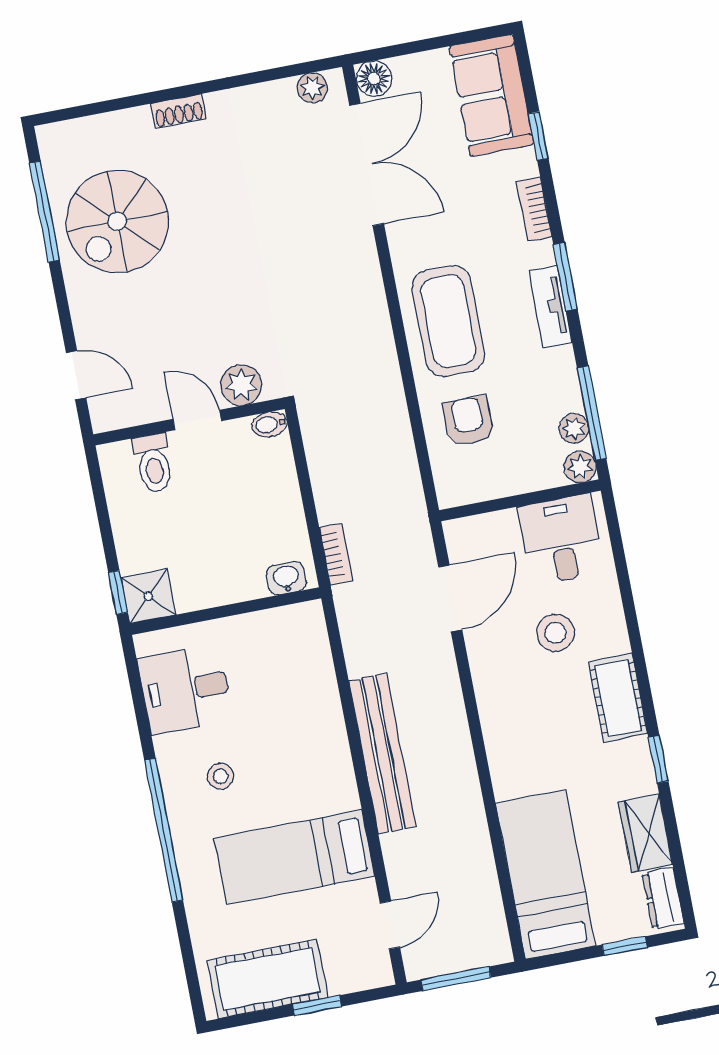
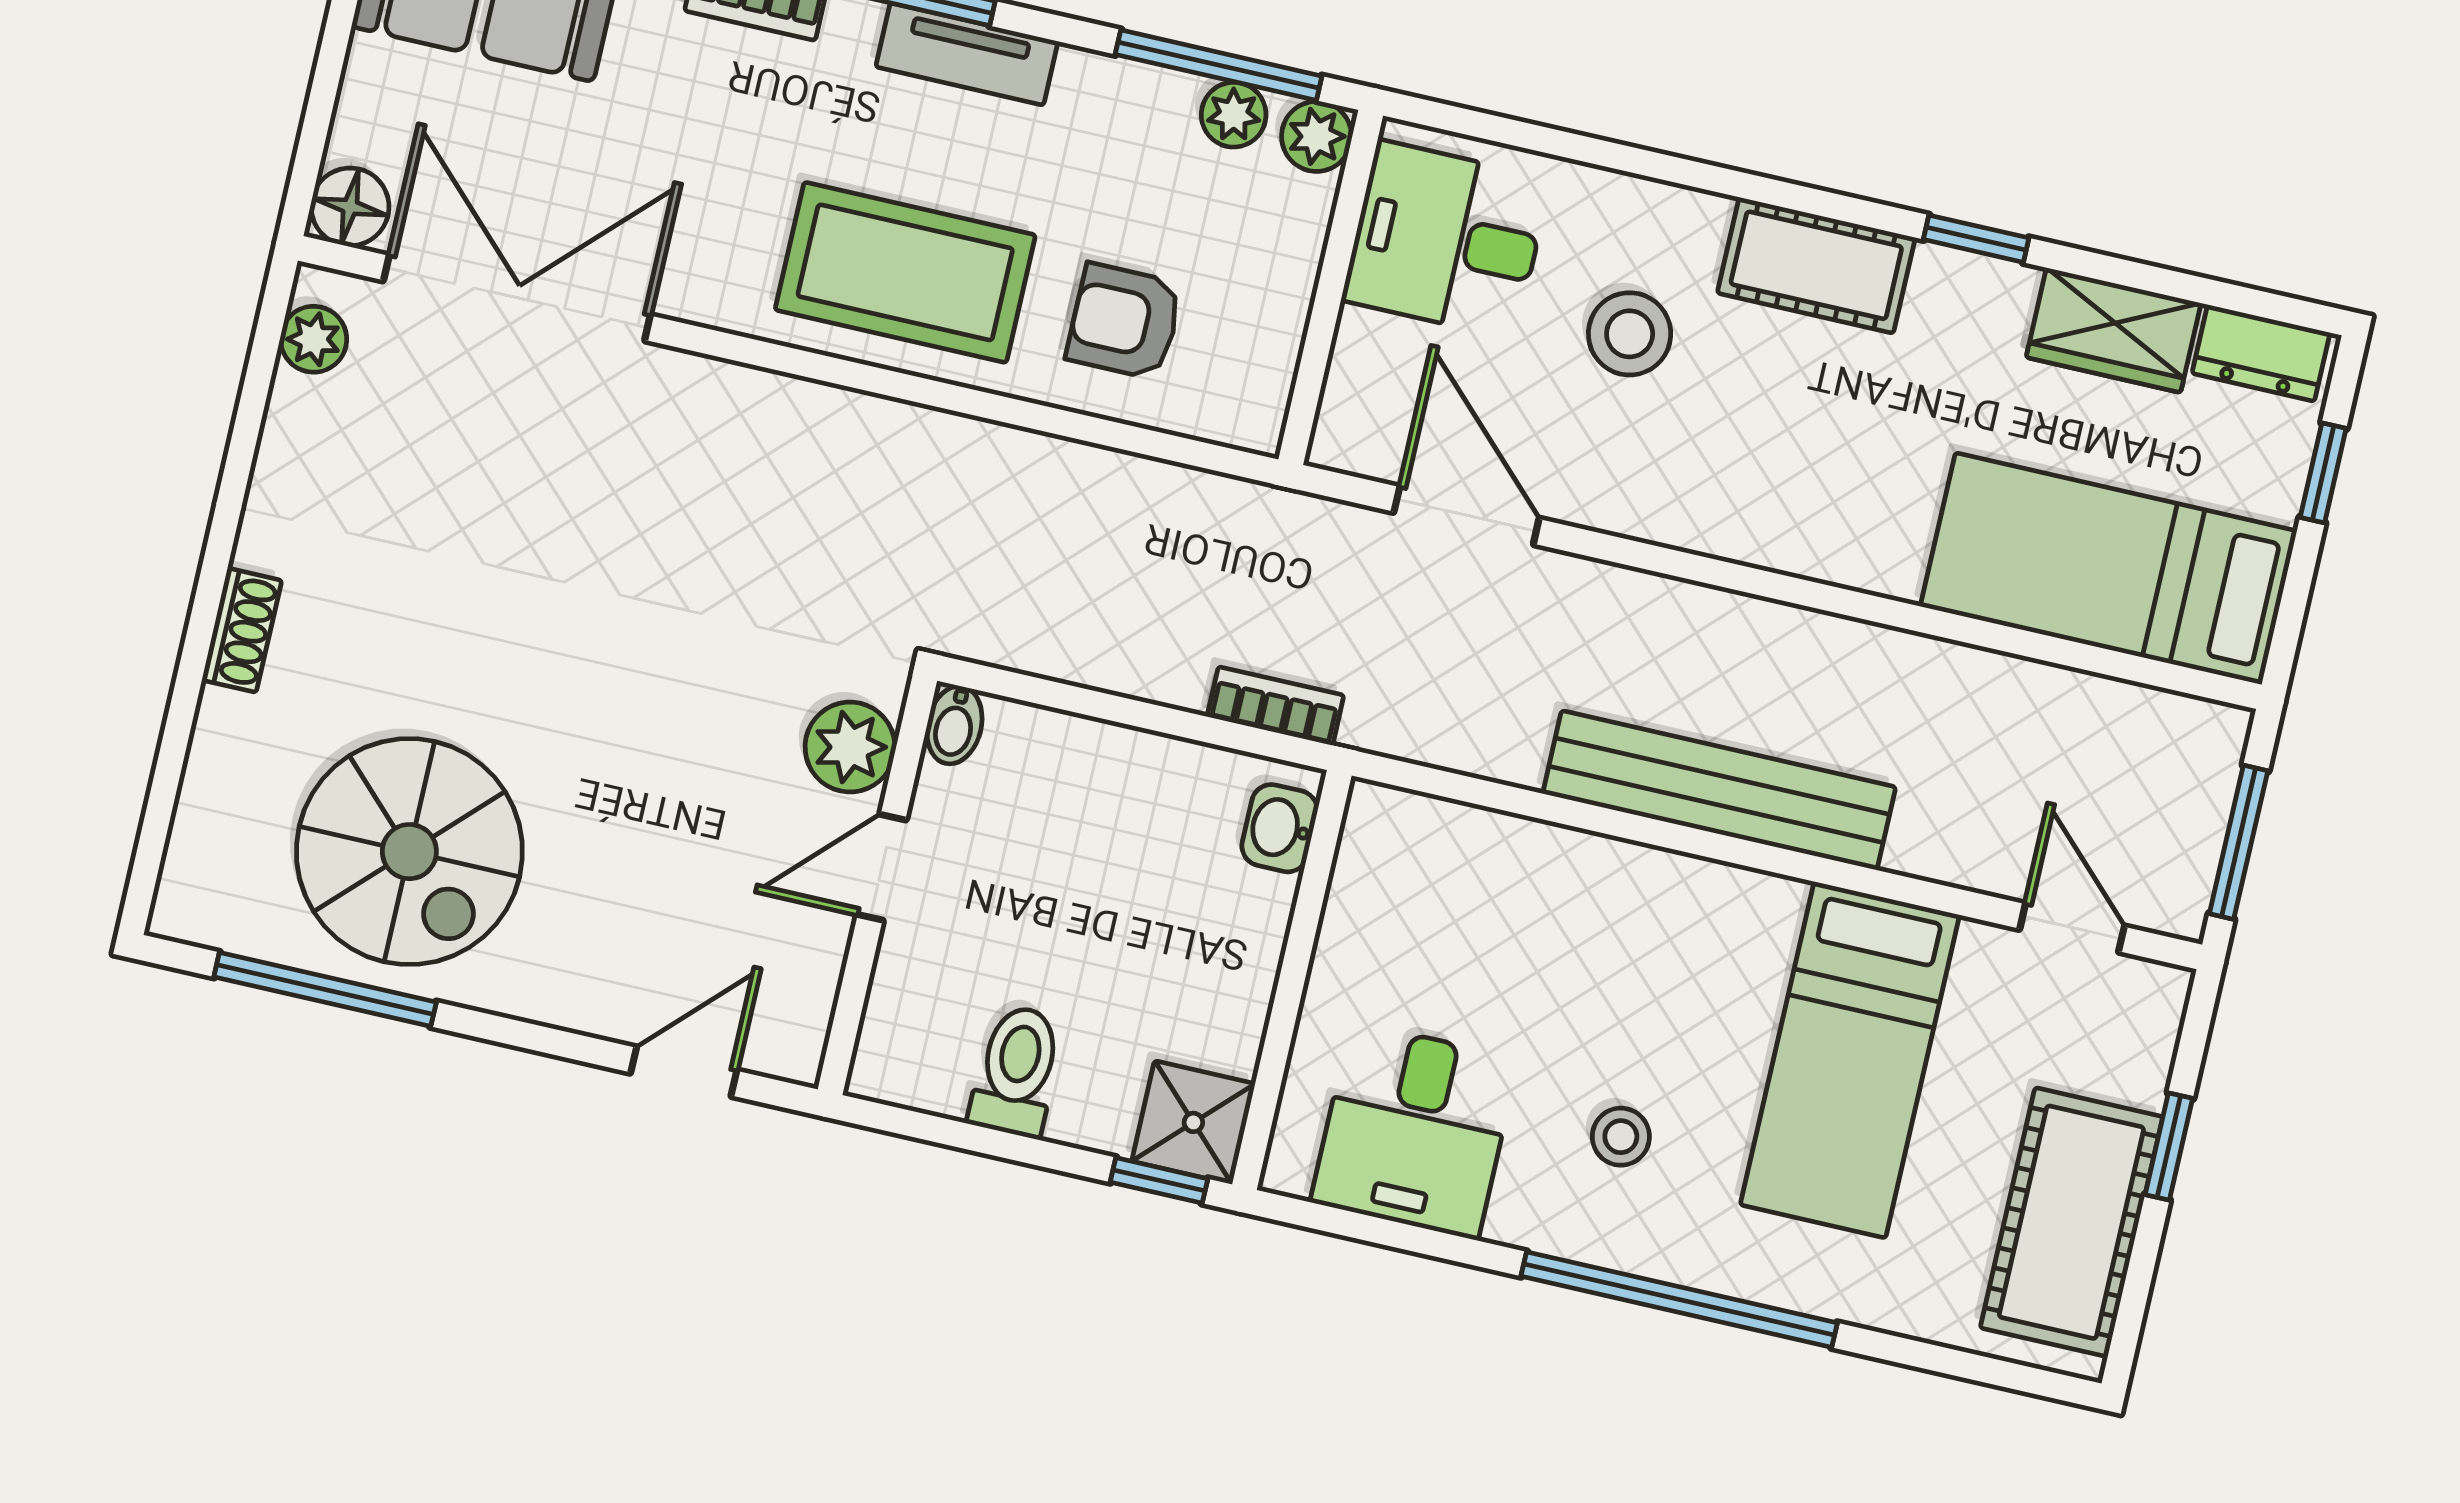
toilet: (153, 463) -> (1016, 1071), moved, turned -90

